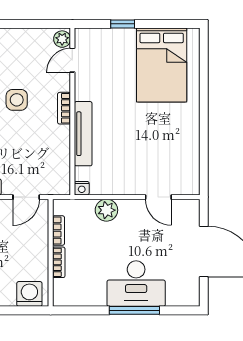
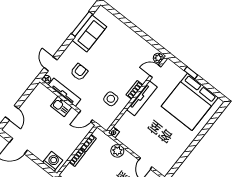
bed: (162, 65) -> (190, 102), width x1.36
side table: (17, 100) -> (111, 99), moved
tv unit: (83, 134) -> (142, 98), moved

